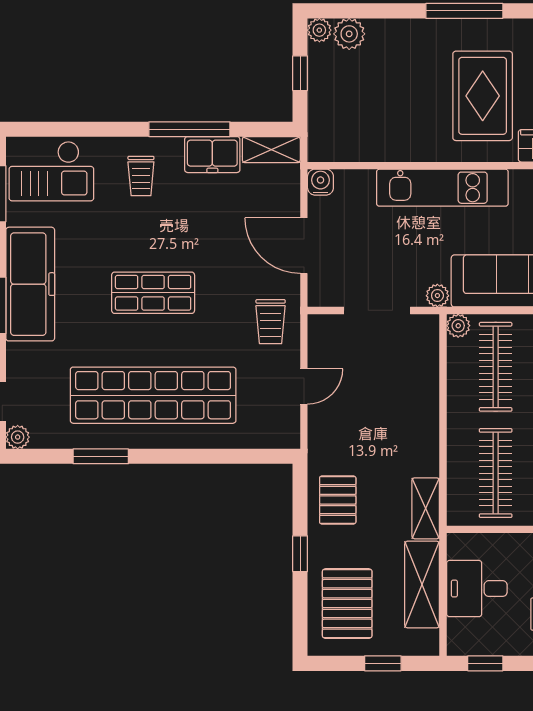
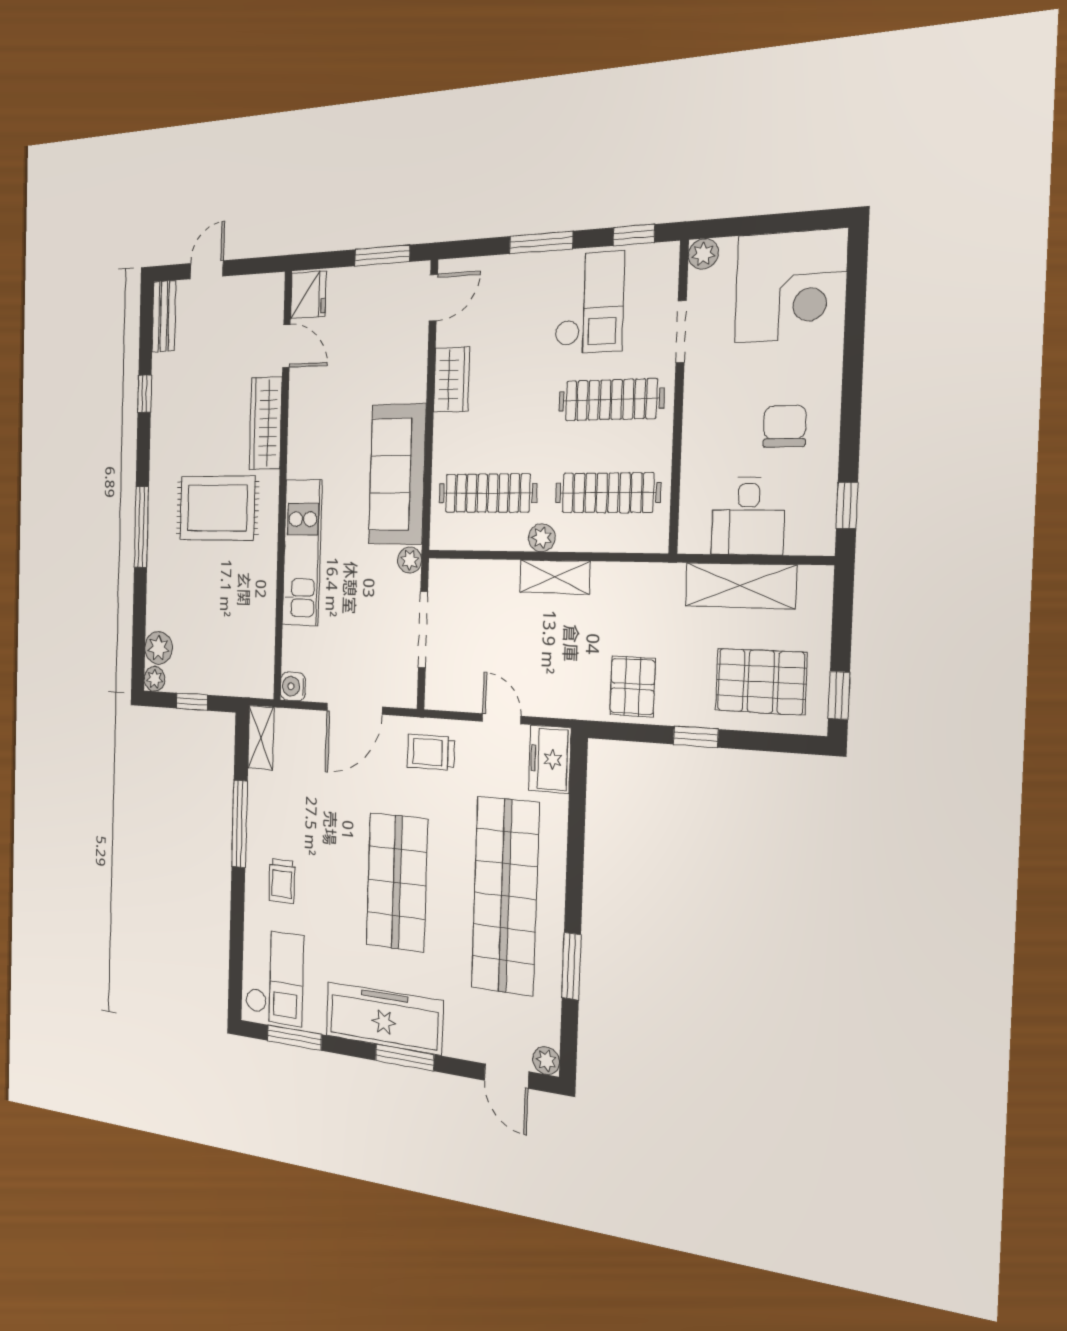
freezer: (212, 155) -> (550, 759), moved, turned 180
trolley: (141, 176) -> (282, 881), turned 90
shop shelf: (153, 293) -> (397, 882), width x1.43, depth x1.36
trolley: (271, 322) -> (431, 752), turned 180
plant: (458, 326) -> (542, 538), moved
pallet: (338, 500) -> (632, 686), turned 90
shelving: (426, 508) -> (555, 577), moved
window: (383, 663) -> (839, 695), moved

